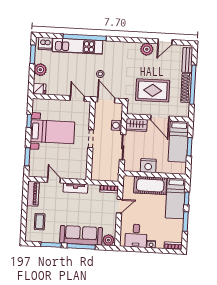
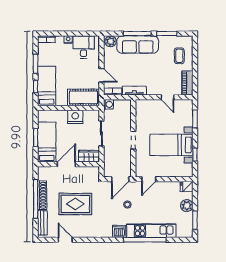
door: (165, 42) -> (65, 240), hinge flipped
dishwasher: (45, 44) -> (119, 231), moved
plant: (147, 49) -> (83, 231), removed
rug: (153, 90) -> (75, 204), moved
door: (77, 98) -> (149, 179), hinge flipped
door: (106, 100) -> (120, 179), hinge flipped
door: (160, 118) -> (66, 164), hinge flipped
washing machine: (117, 125) -> (108, 104), moved
cot: (150, 185) -> (83, 97), moved
tv unit: (75, 188) -> (134, 91), moved
door: (119, 206) -> (101, 75), swing flipped

